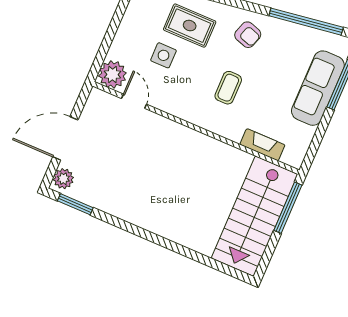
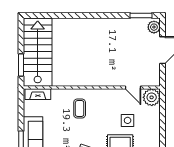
coffee table: (228, 88) -> (80, 109), moved
fireplace: (262, 145) -> (38, 94), moved
window: (288, 208) -> (21, 65), width x0.69

